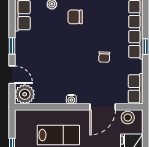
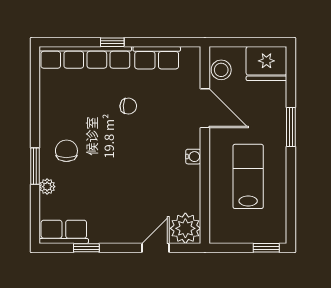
chair: (75, 17) -> (66, 151), turned 180
window: (12, 46) -> (86, 248), moved
row of seats: (136, 89) -> (157, 58), moved

